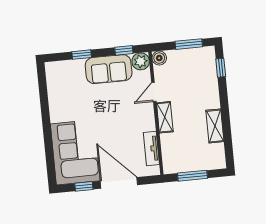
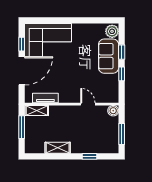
window: (124, 50) -> (122, 74), moved
plant: (141, 61) -> (112, 31), moved
window: (221, 68) -> (90, 156), moved
sofa: (109, 69) -> (109, 56), moved
shelving: (165, 117) -> (37, 111), moved

